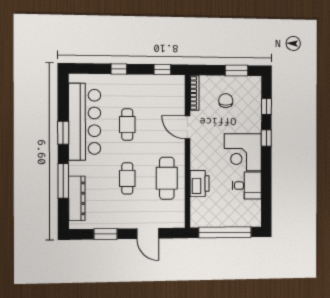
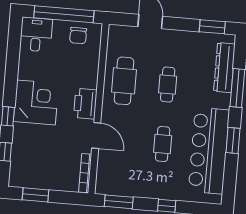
window: (162, 70) -> (119, 202), width x1.50
chair: (226, 101) -> (78, 36), moved
printer: (199, 184) -> (85, 104), moved
desk: (247, 185) -> (36, 34), moved, turned 90
window: (105, 234) -> (212, 27), moved

